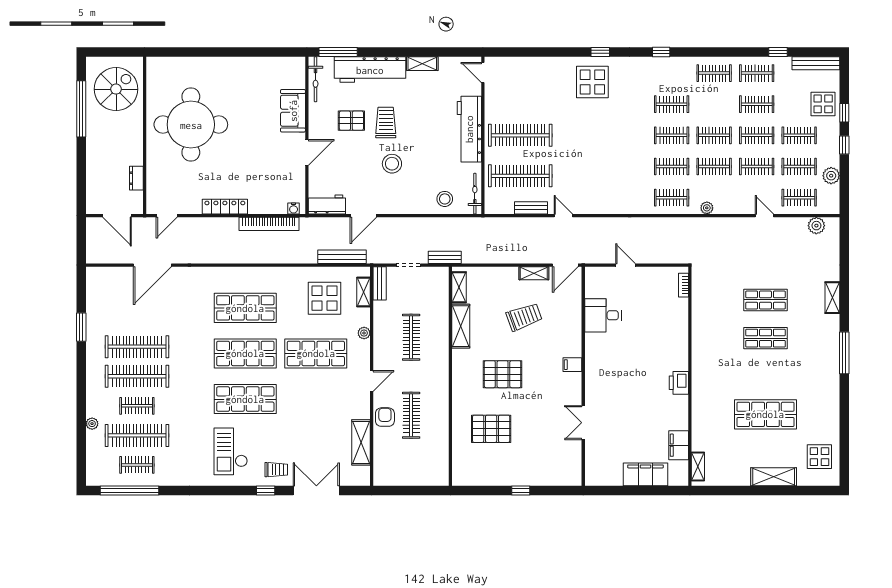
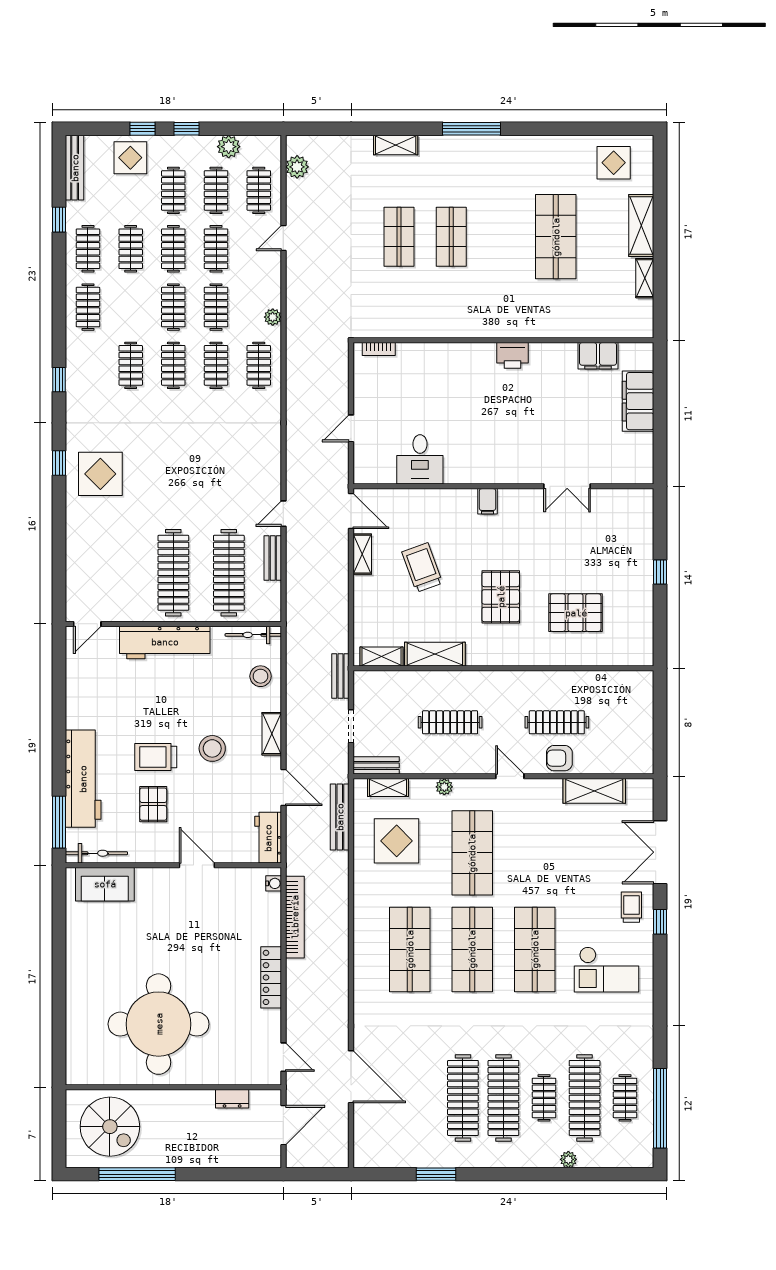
shelving: (422, 64) -> (272, 734), moved
spiral stairs: (116, 89) -> (110, 1127), turned 180
sofa: (293, 111) -> (105, 884), moved
pallet: (491, 429) -> (576, 613), turned 90
shelving: (698, 467) -> (645, 278), moved, turned 90

